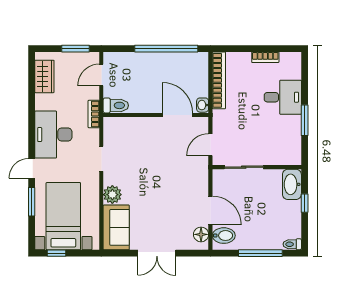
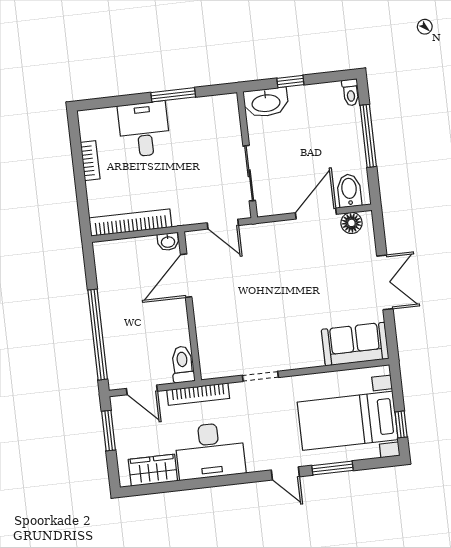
window: (166, 49) -> (98, 335), moved
bookcase: (94, 114) -> (198, 394), width x1.56
desk: (53, 135) -> (210, 451), moved
plant: (112, 195) -> (309, 355), removed

